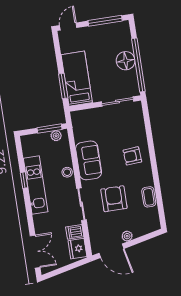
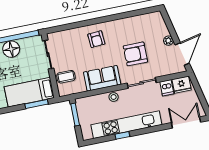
plant: (56, 136) -> (81, 108), removed
kitchen unit: (36, 185) -> (126, 125), width x1.36
coffee table: (149, 197) -> (66, 77), moved

